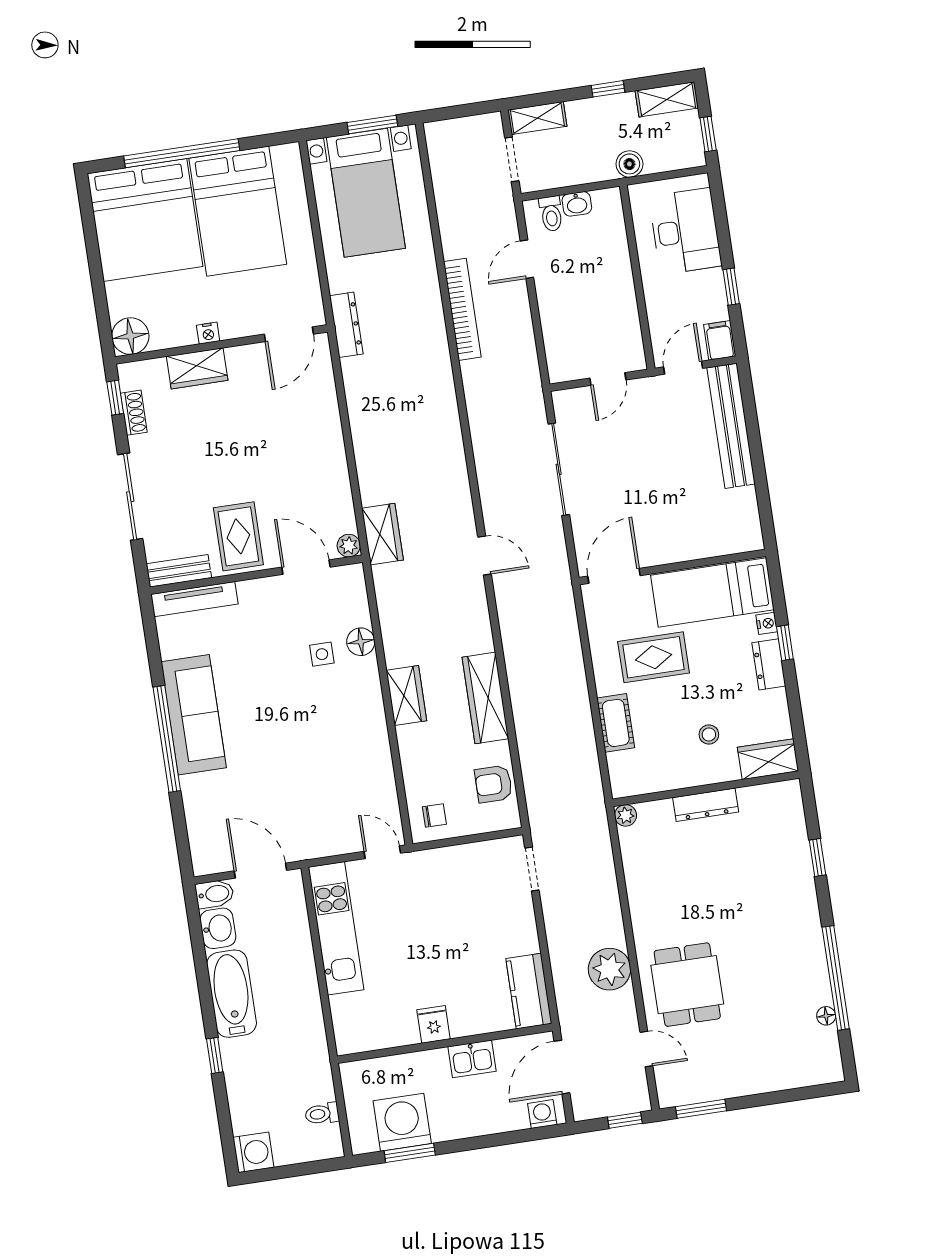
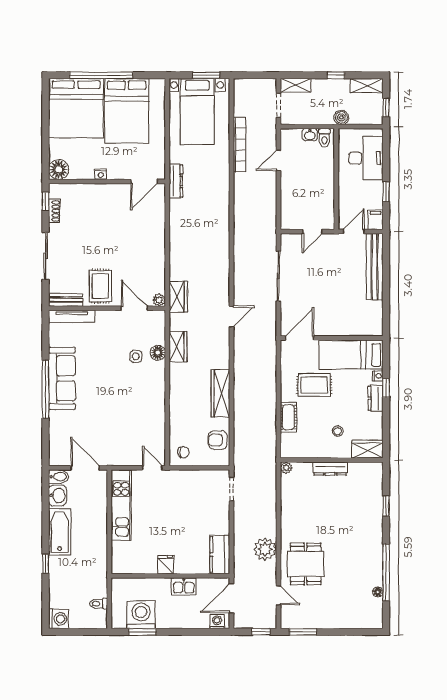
toilet: (551, 214) -> (324, 138), moved
bookcase: (462, 309) -> (240, 145), moved
wardrobe: (197, 368) -> (92, 192), removed
door: (484, 555) -> (231, 316), hinge flipped
wardrobe: (406, 696) -> (178, 347), moved

